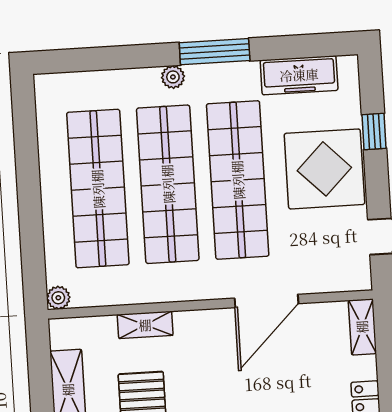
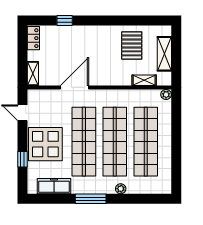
plant: (173, 77) -> (121, 189), moved
shelving: (145, 325) -> (144, 80), moved

